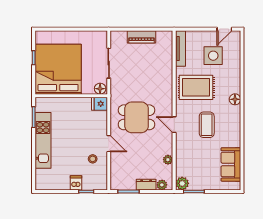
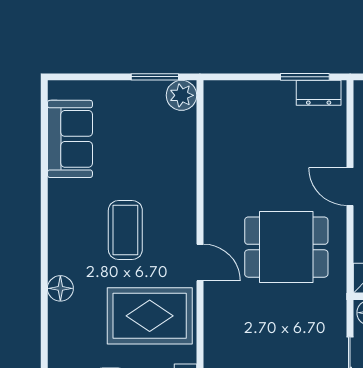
door: (174, 125) -> (200, 262), moved
plant: (168, 160) -> (214, 150), removed
dresser: (146, 185) -> (319, 93), moved
plant: (162, 185) -> (228, 92), removed

